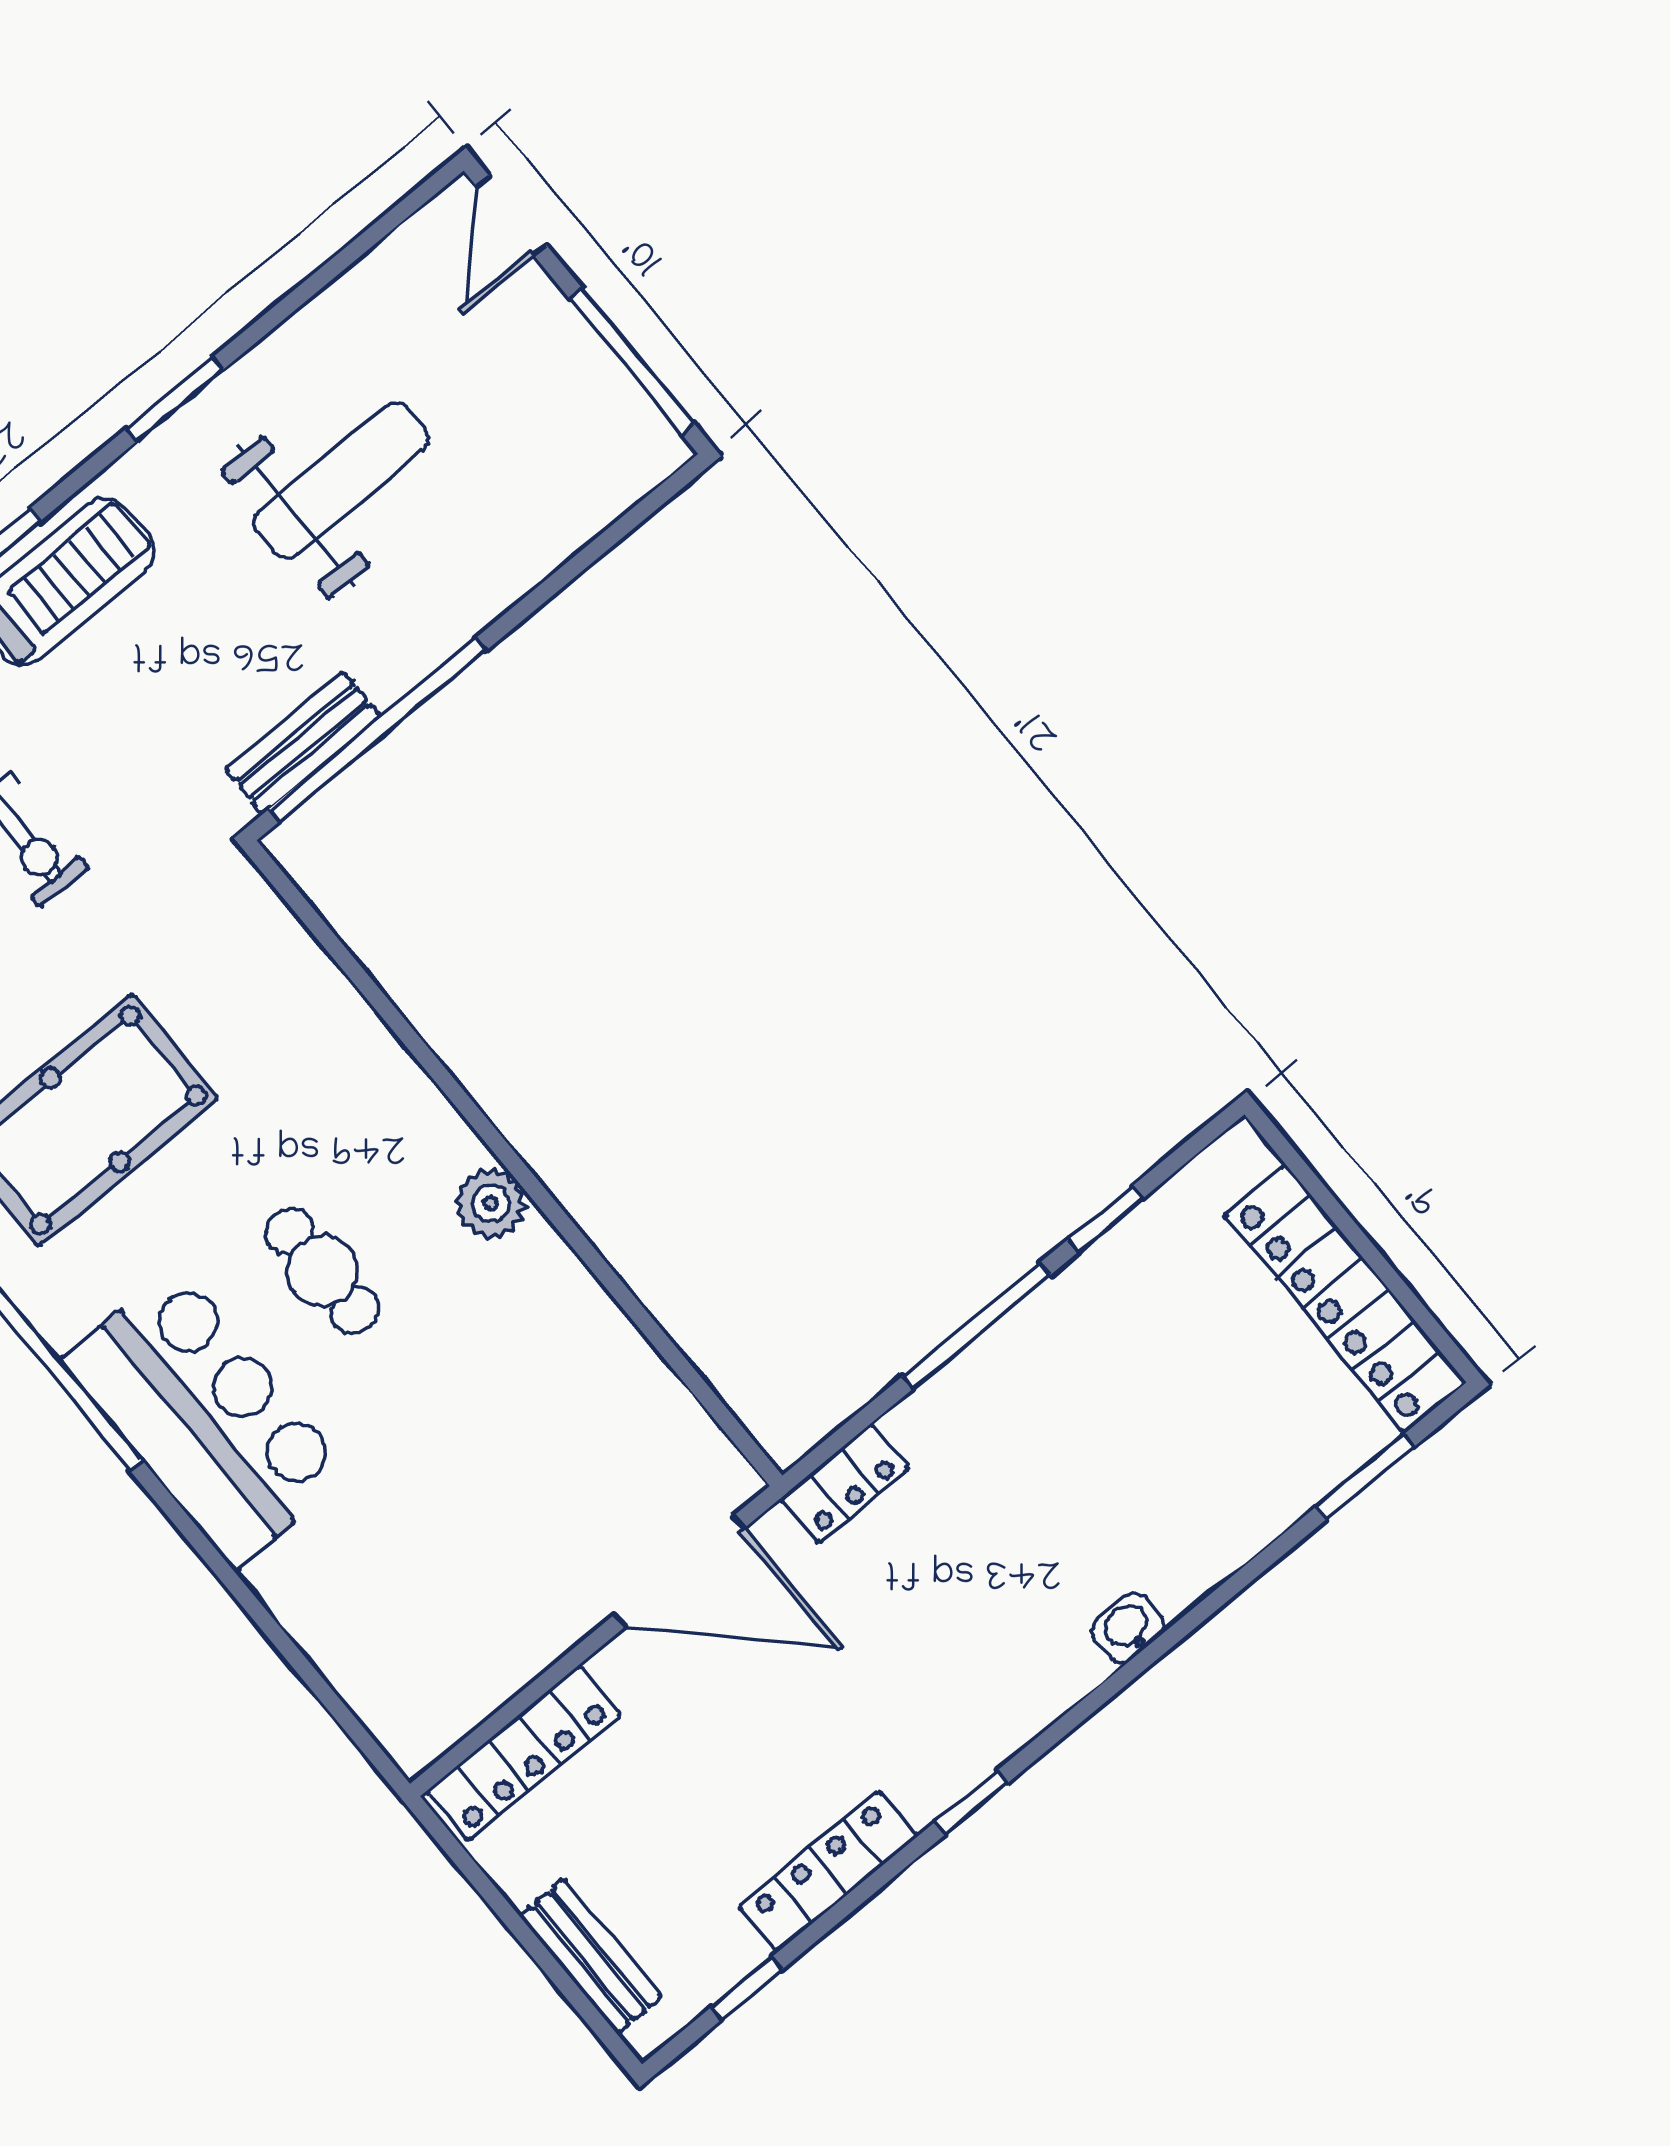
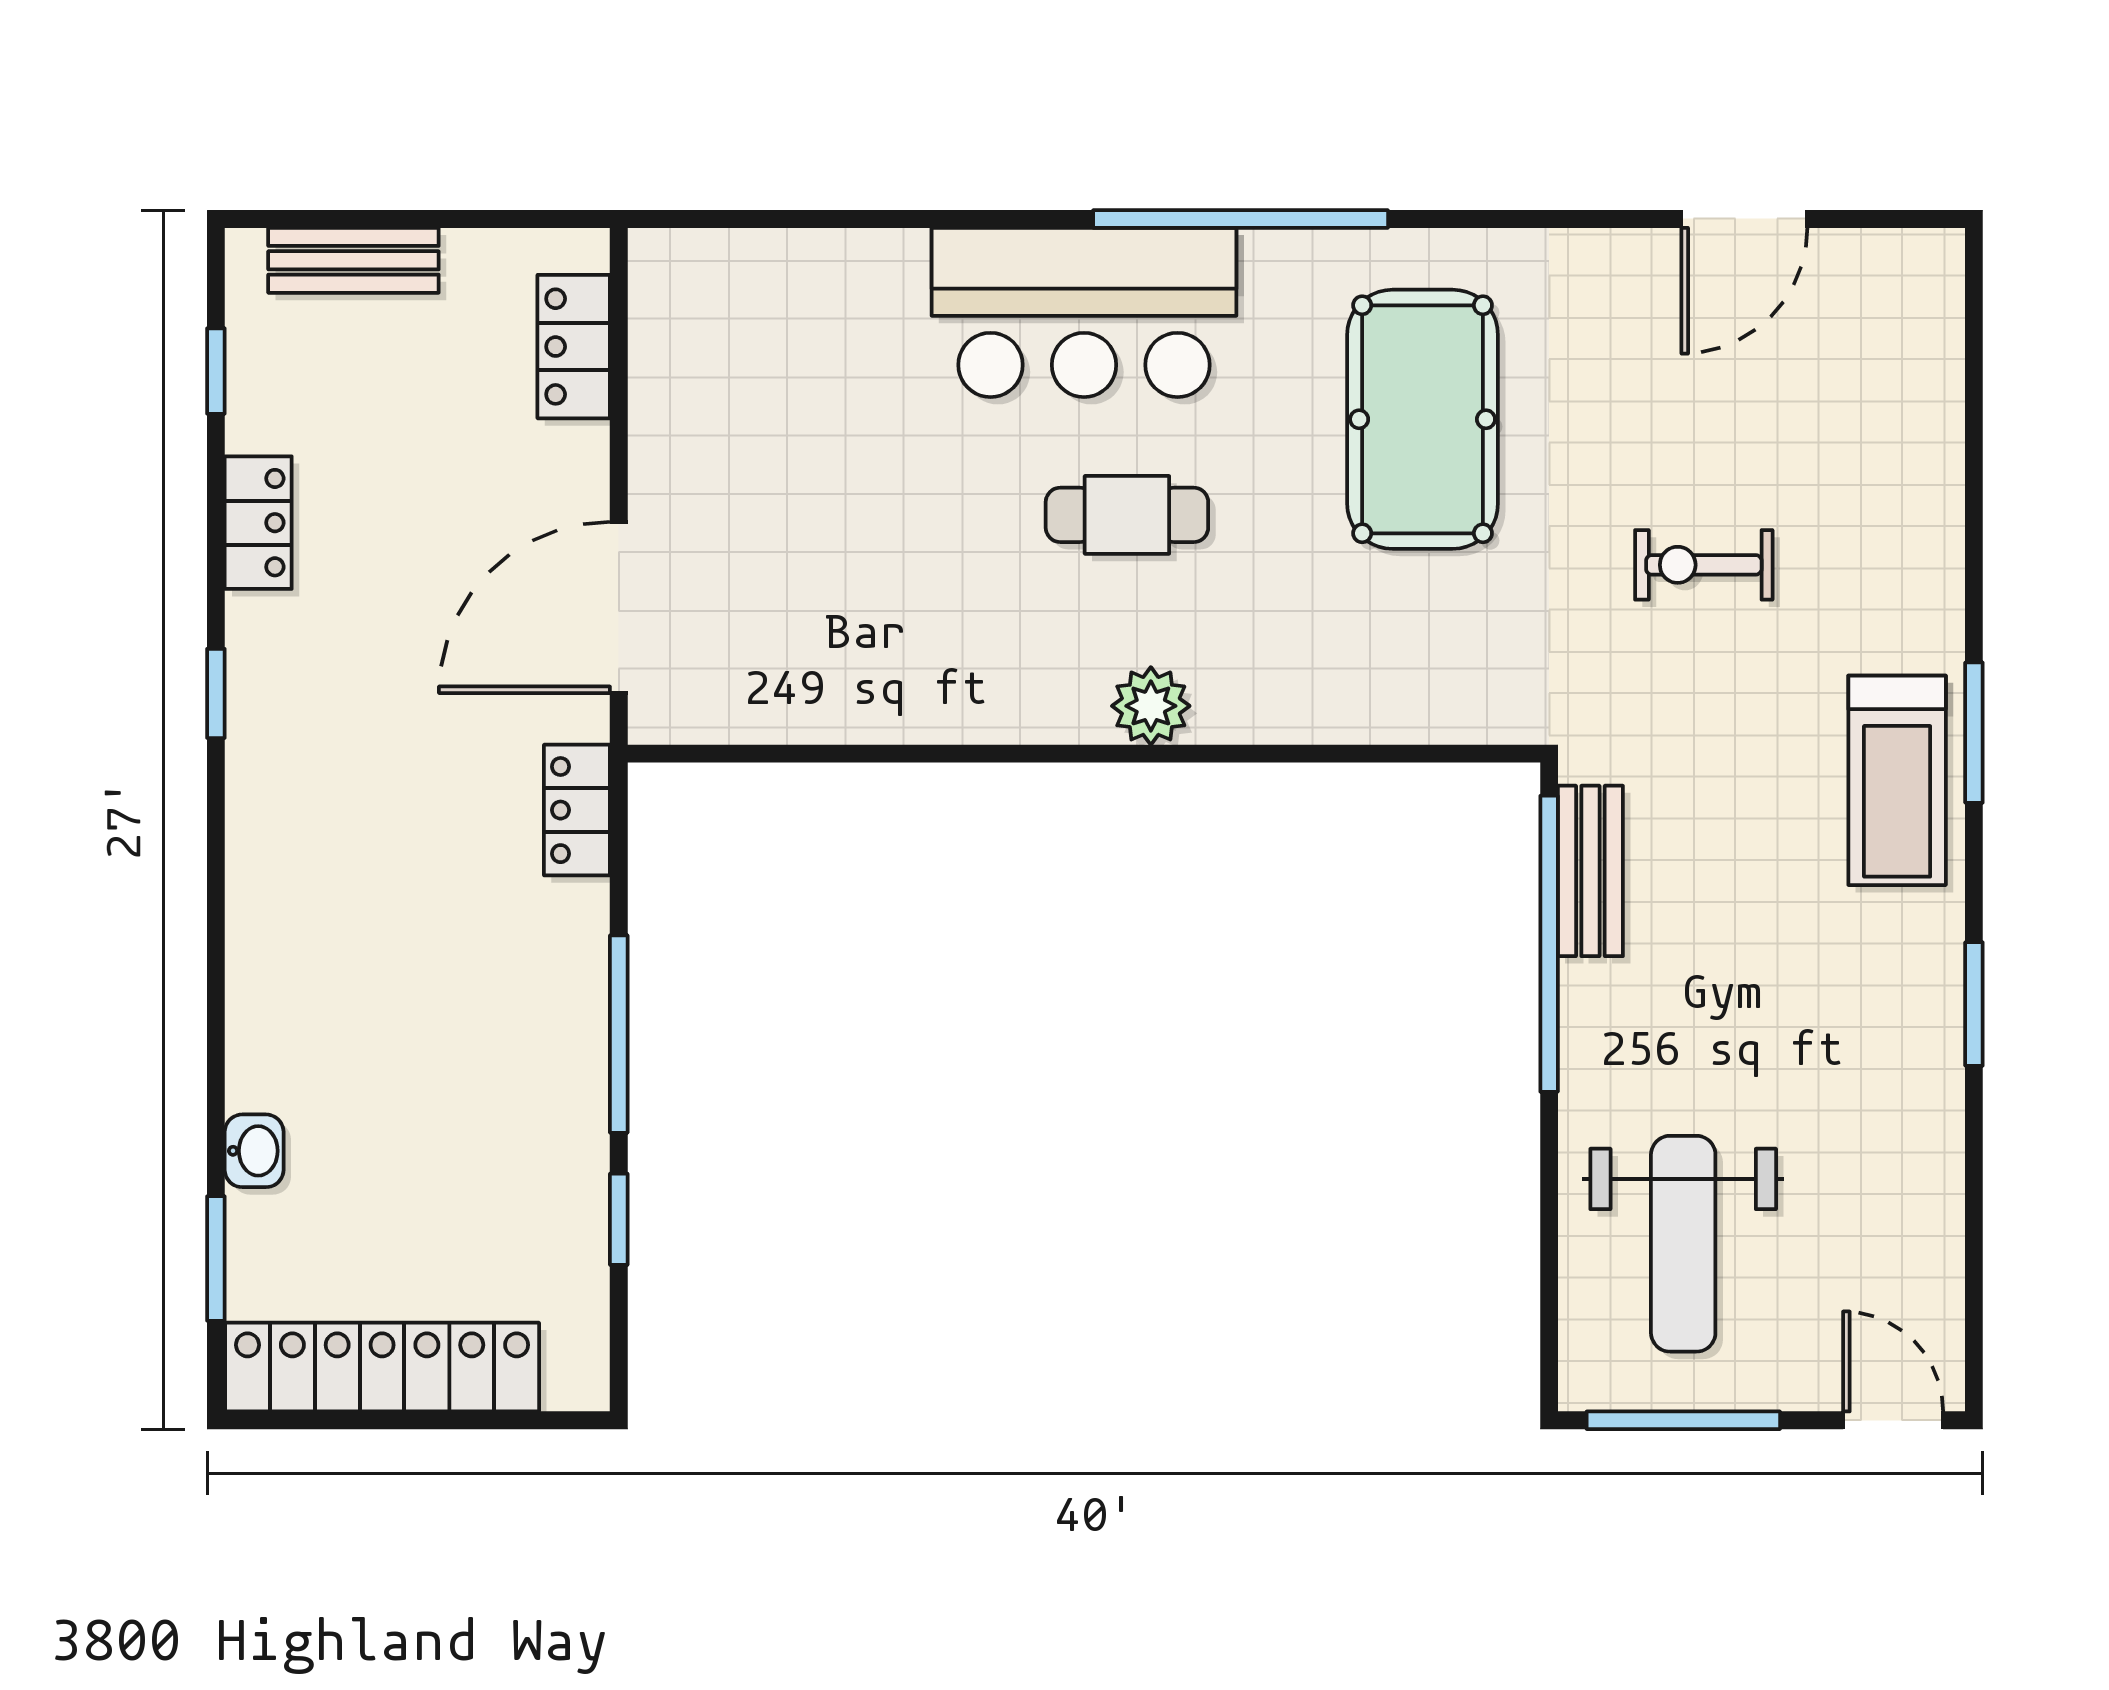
weight bench: (341, 480) -> (1683, 1244), moved
plant: (491, 1203) -> (1151, 706), moved
washbasin: (1128, 1628) -> (254, 1151), moved
locker: (524, 1753) -> (574, 347), width x0.66
locker: (828, 1871) -> (258, 523), width x0.66

